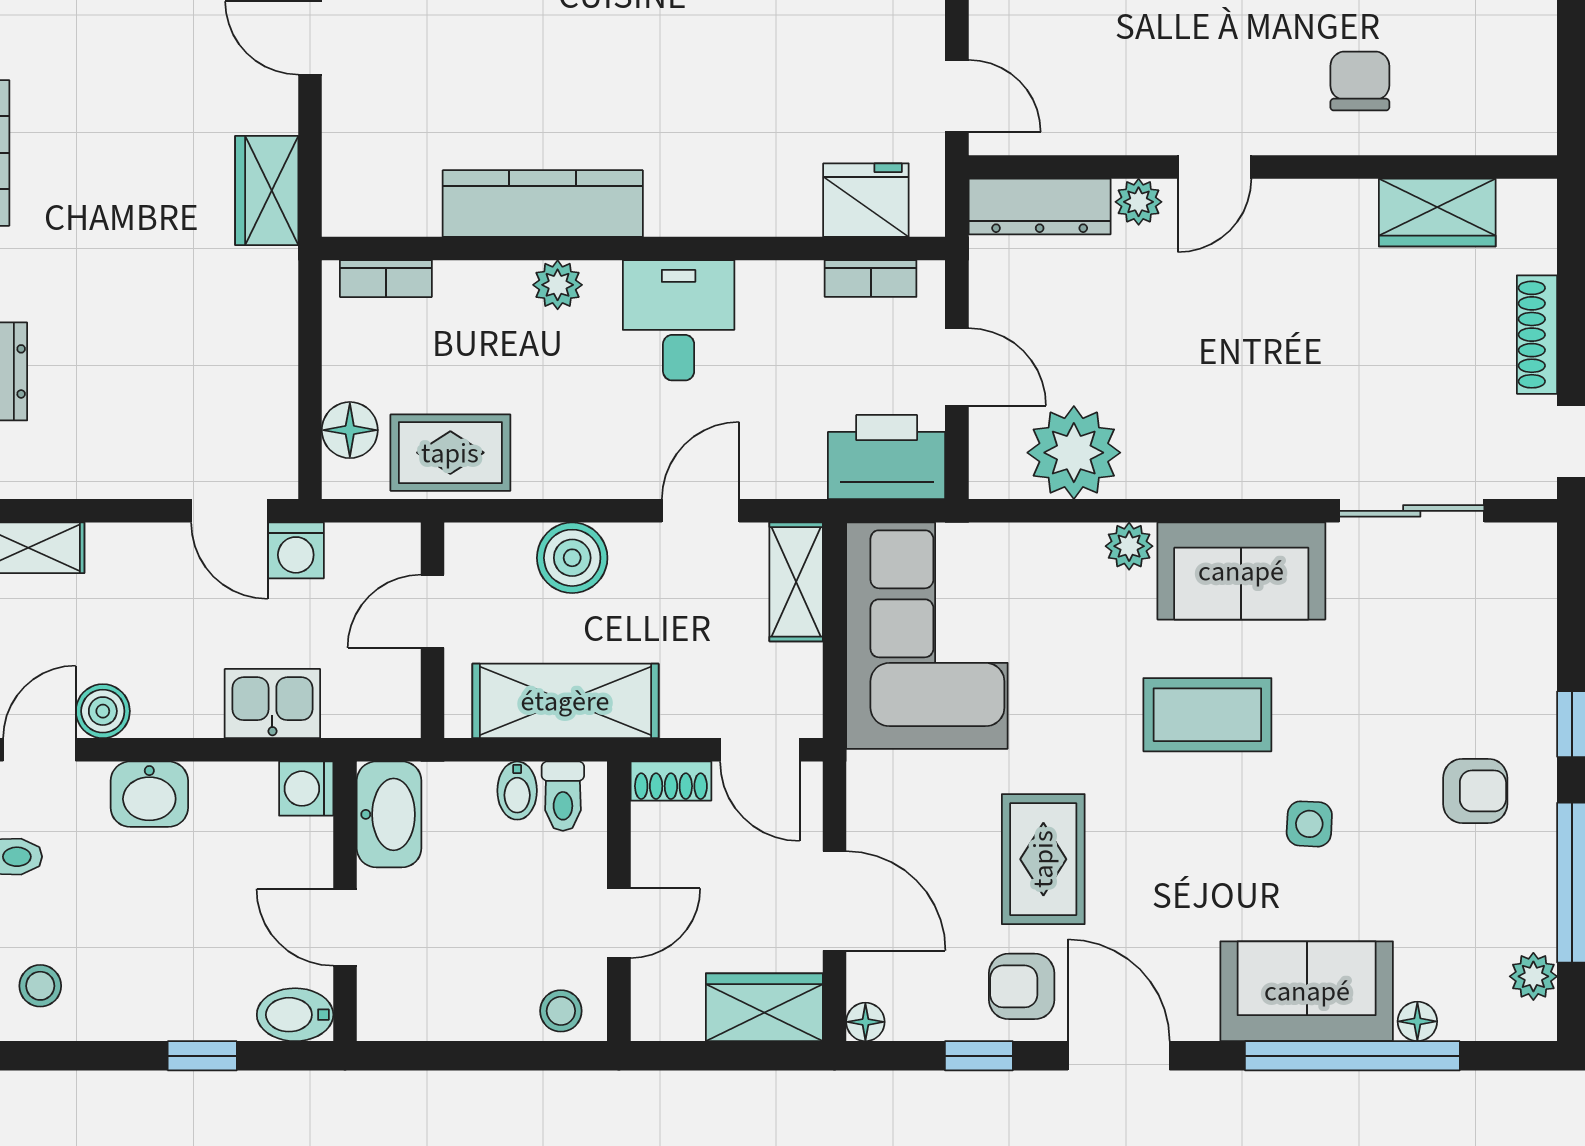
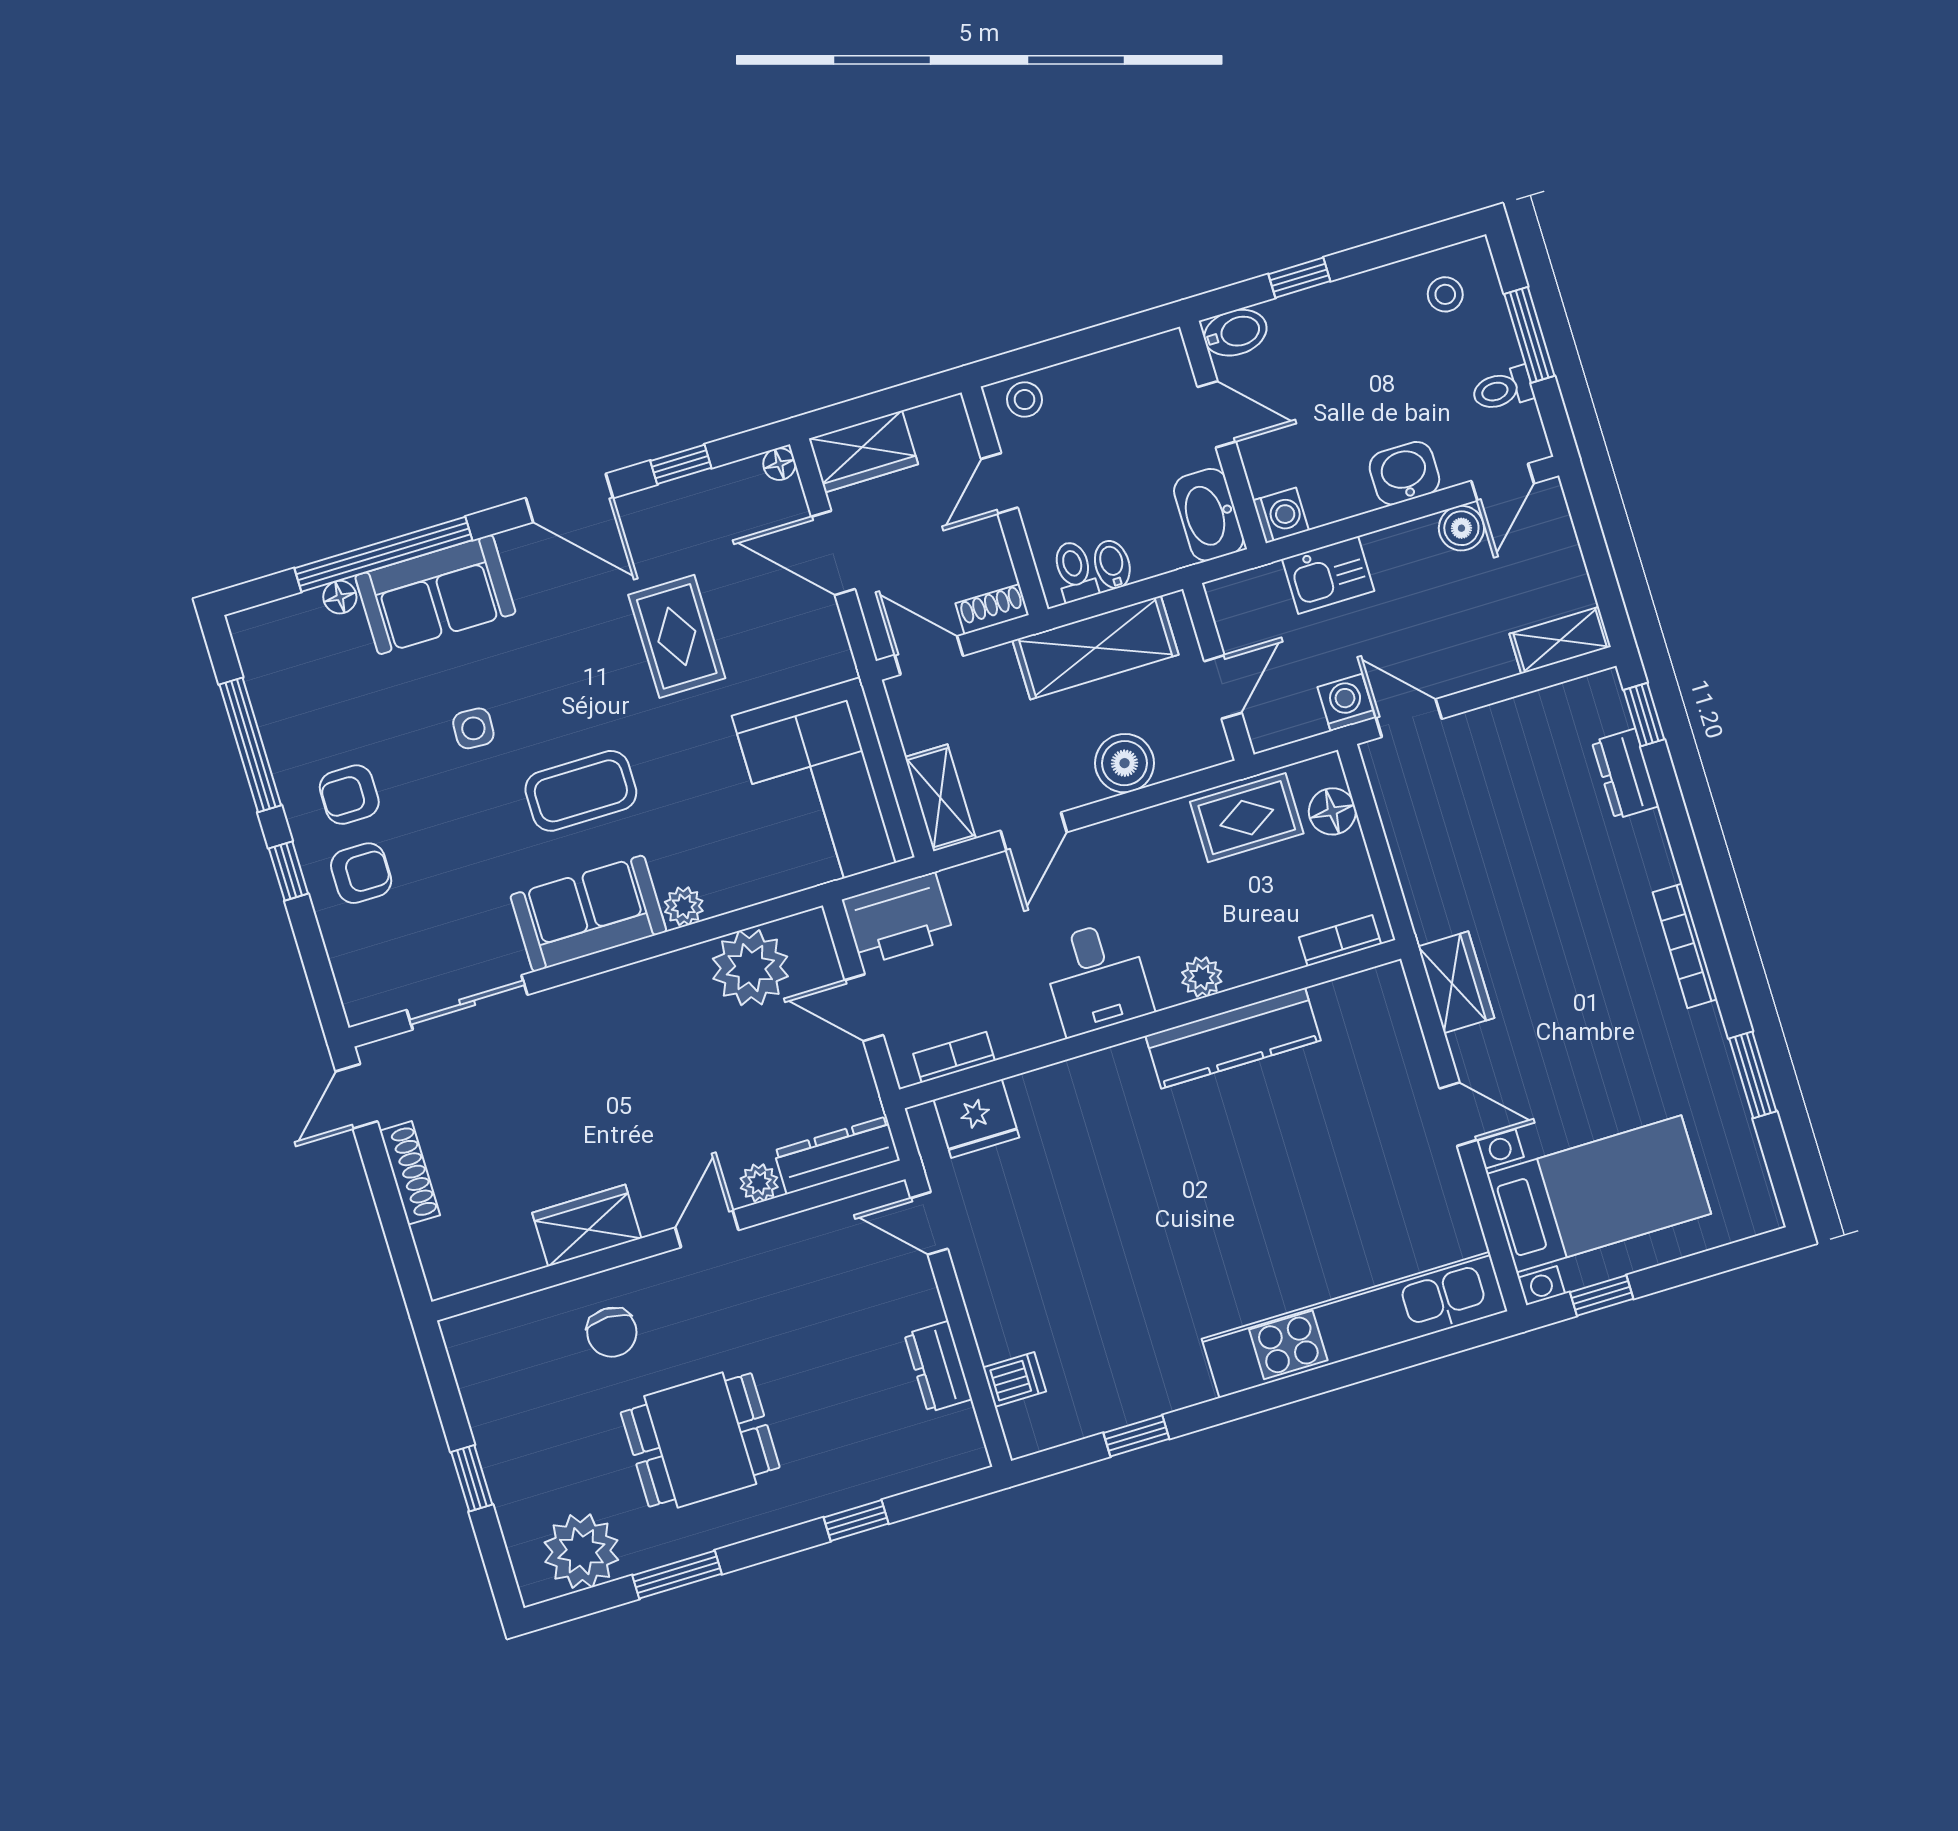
wardrobe: (1437, 213) -> (587, 1225), moved
plant: (1533, 976) -> (258, 661), removed
armchair: (1022, 986) -> (361, 873), moved

